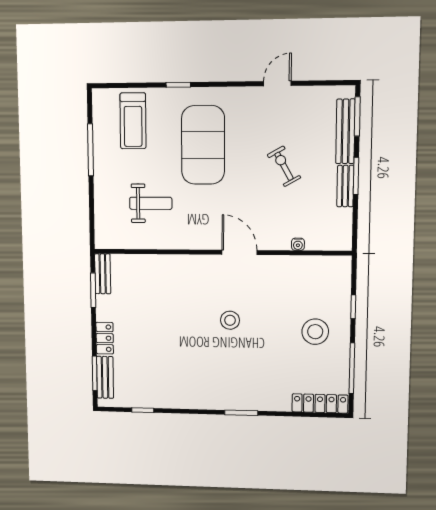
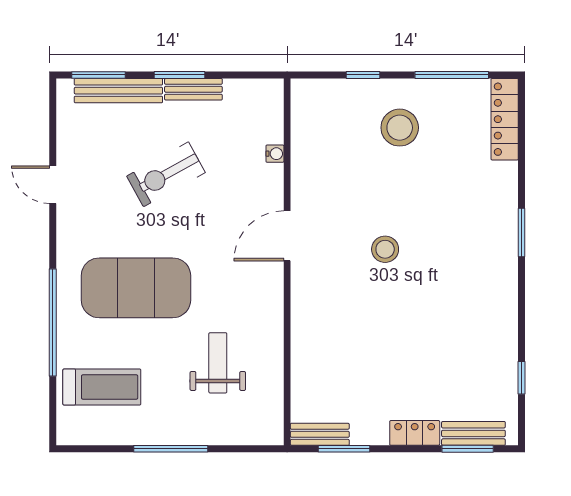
window: (178, 85) -> (53, 322), width x3.17
window: (91, 150) -> (171, 449), moved
exercise bike: (284, 166) -> (166, 174), width x1.38, depth x1.39

